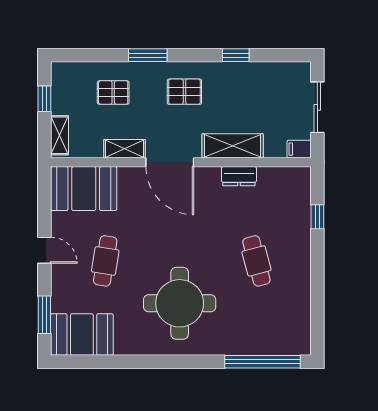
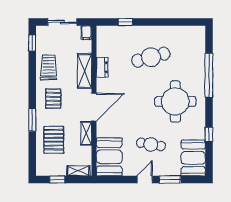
window: (236, 55) -> (32, 43), moved
trolley: (239, 84) -> (49, 67), added
pallet: (113, 93) -> (54, 140), width x1.50, depth x1.42
cafe table: (256, 261) -> (151, 57), width x1.37, depth x1.35
window: (44, 315) -> (170, 179), moved
window: (122, 362) -> (209, 135), added
window: (263, 362) -> (209, 75), moved

